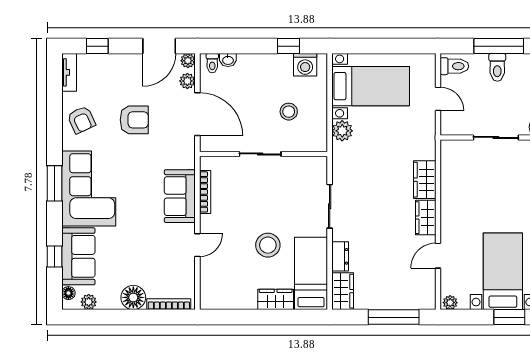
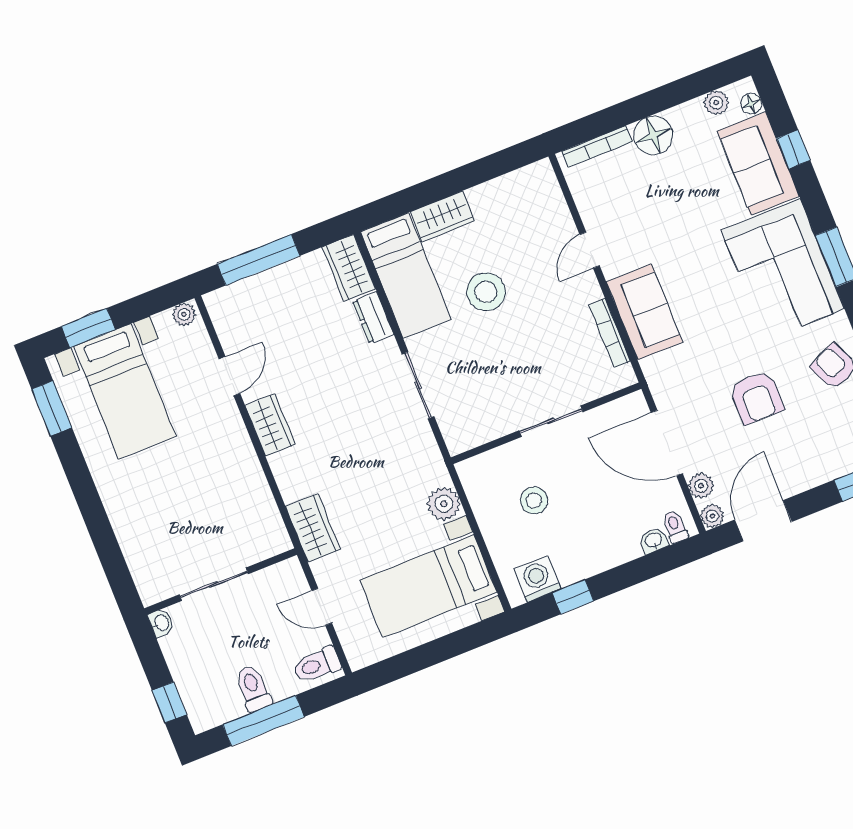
armchair: (134, 120) -> (756, 397), turned -90
wardrobe: (425, 180) -> (313, 528), moved

